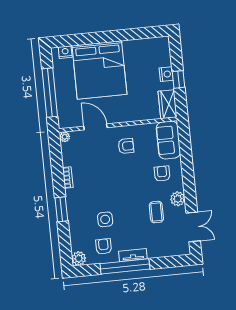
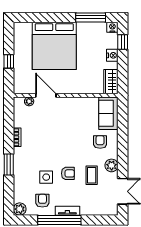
window: (137, 34) -> (91, 17), added
nightstand: (65, 52) -> (112, 27), moved
window: (179, 79) -> (123, 42), moved
window: (50, 93) -> (9, 61), width x0.32
plant: (65, 137) -> (29, 101), moved
armchair: (126, 146) -> (68, 173), moved

